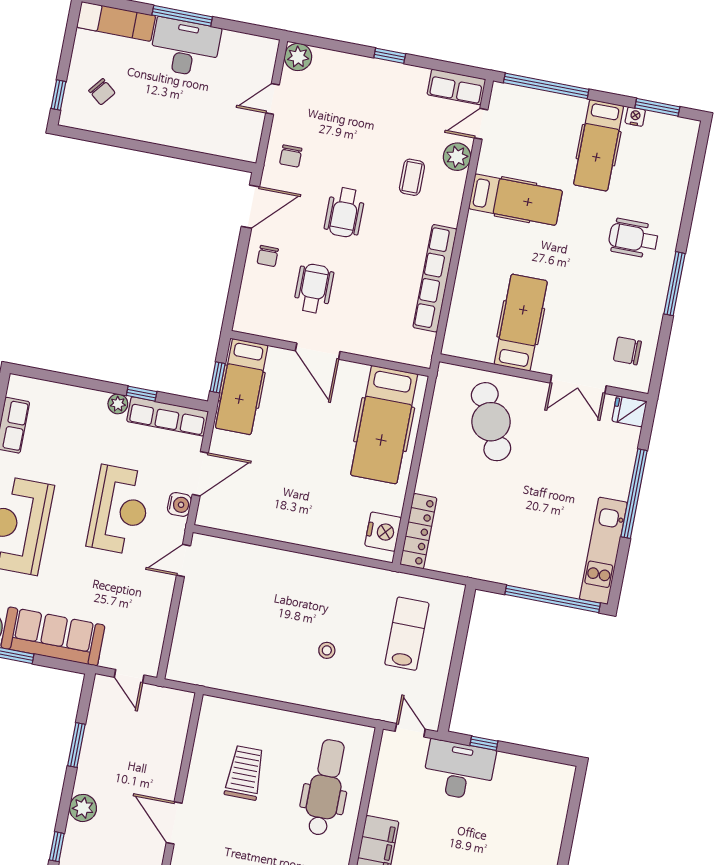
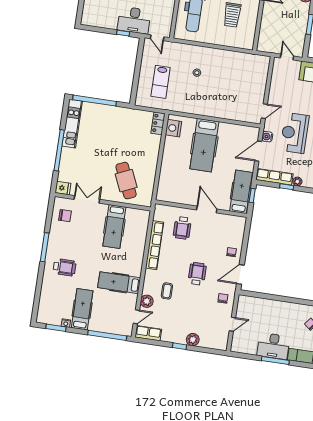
plant: (298, 57) -> (193, 340), moved
wheelchair: (314, 289) -> (182, 228), moved
hospital bed: (384, 425) -> (204, 145), moved, turned 180
locker: (418, 531) -> (158, 123), width x0.66

